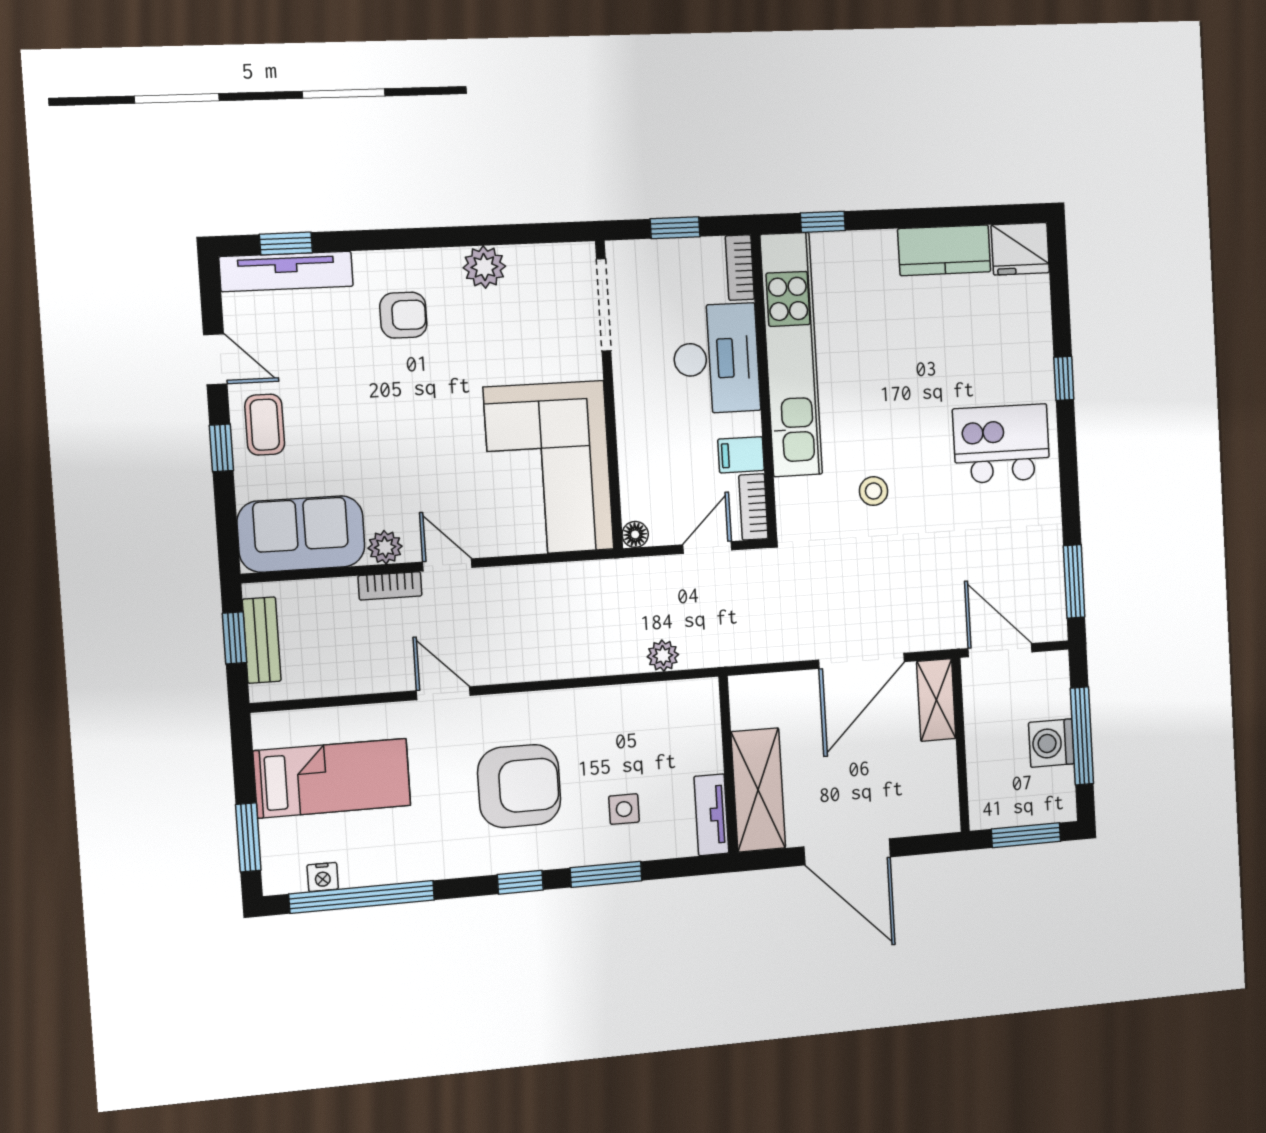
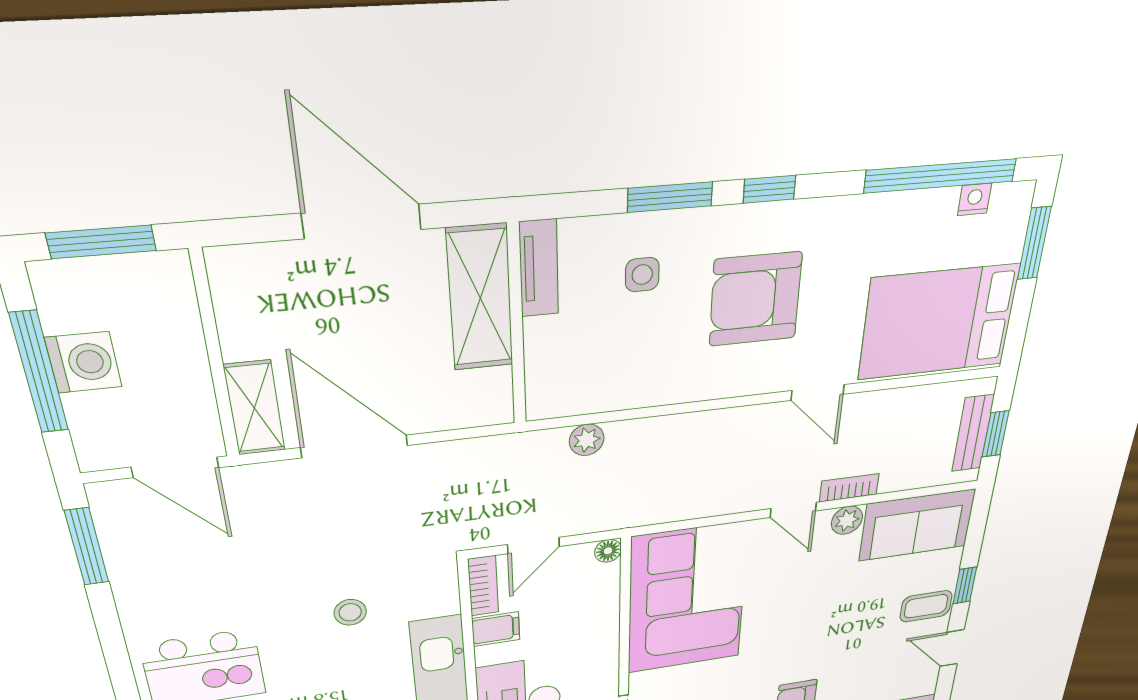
coffee table: (265, 425) -> (926, 606), turned 90
door: (862, 661) -> (355, 446), hinge flipped
bed: (332, 778) -> (938, 322), width x1.50

